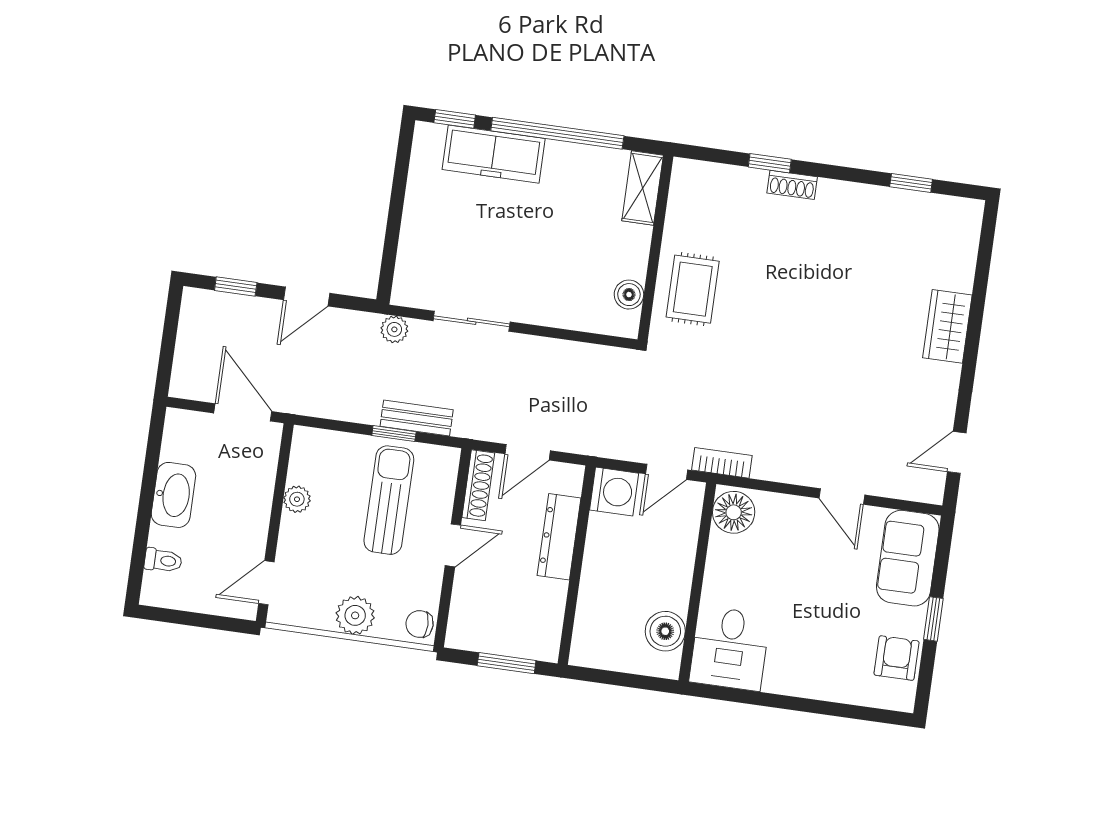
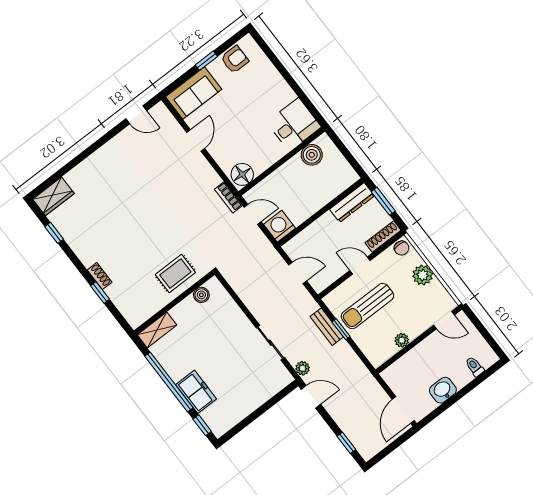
freezer: (494, 154) -> (196, 392), width x0.71
door: (307, 296) -> (311, 397), moved
wardrobe: (947, 326) -> (53, 196), moved
door: (243, 412) -> (403, 410), moved
shoe rack: (478, 485) -> (383, 237), moved
washbasin: (173, 495) -> (443, 390), width x0.72
dresser: (559, 537) -> (352, 202), moved
armchair: (897, 658) -> (235, 60), turned 180

